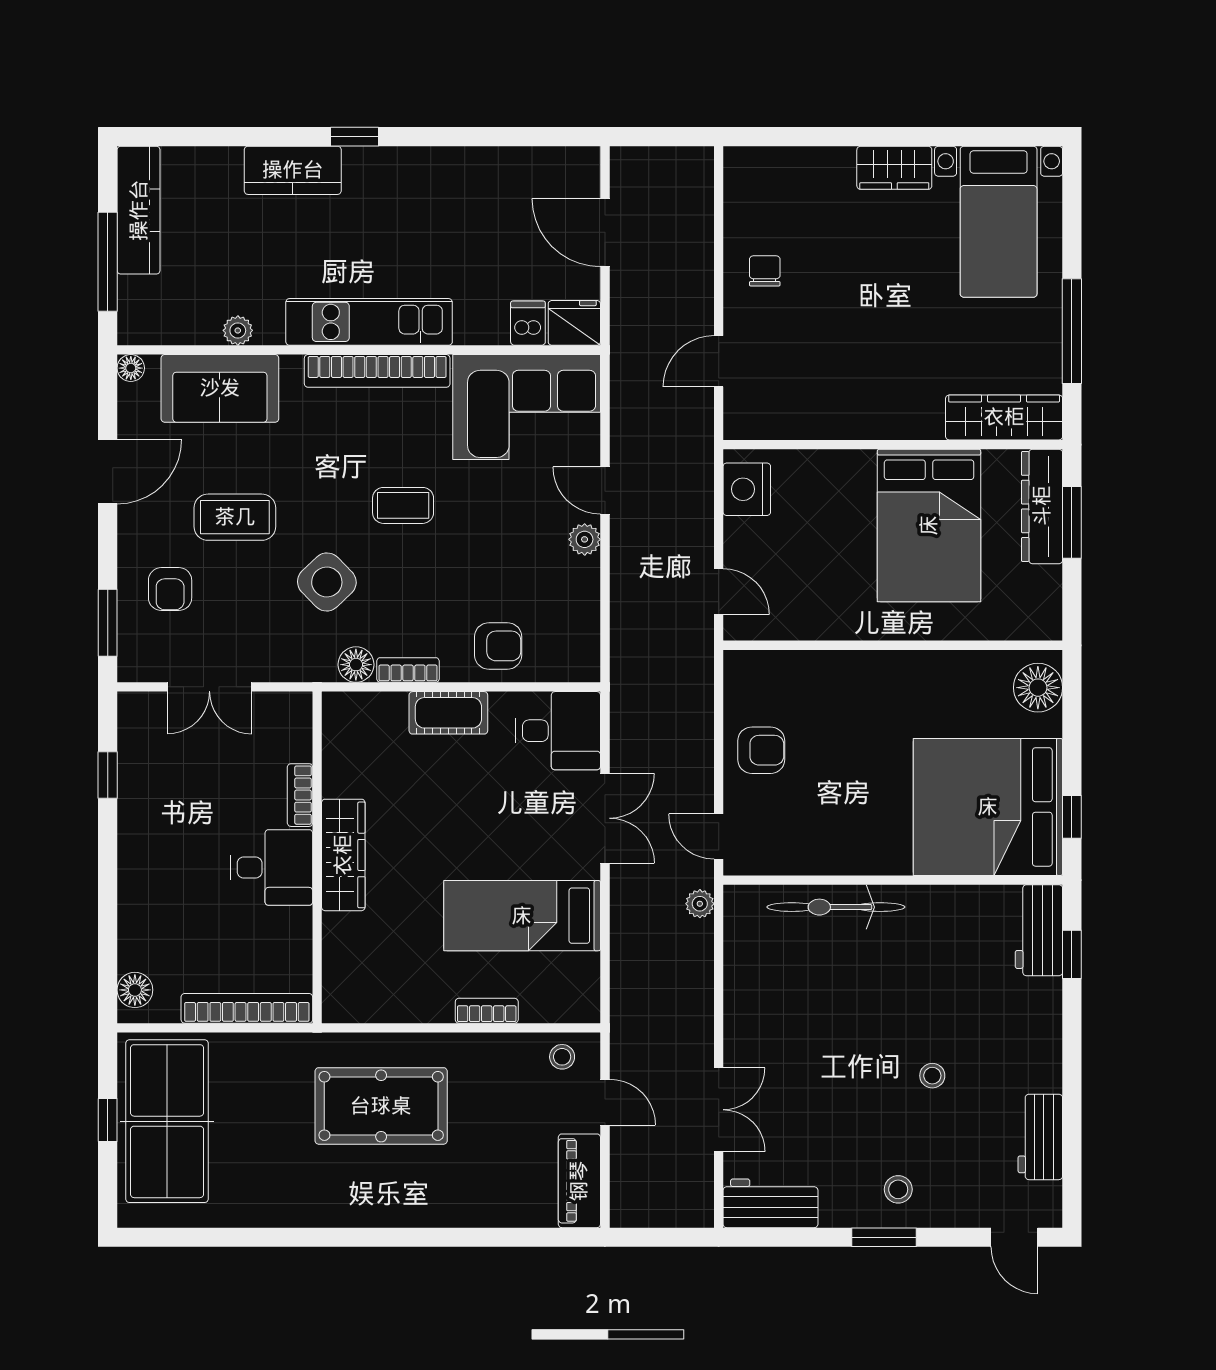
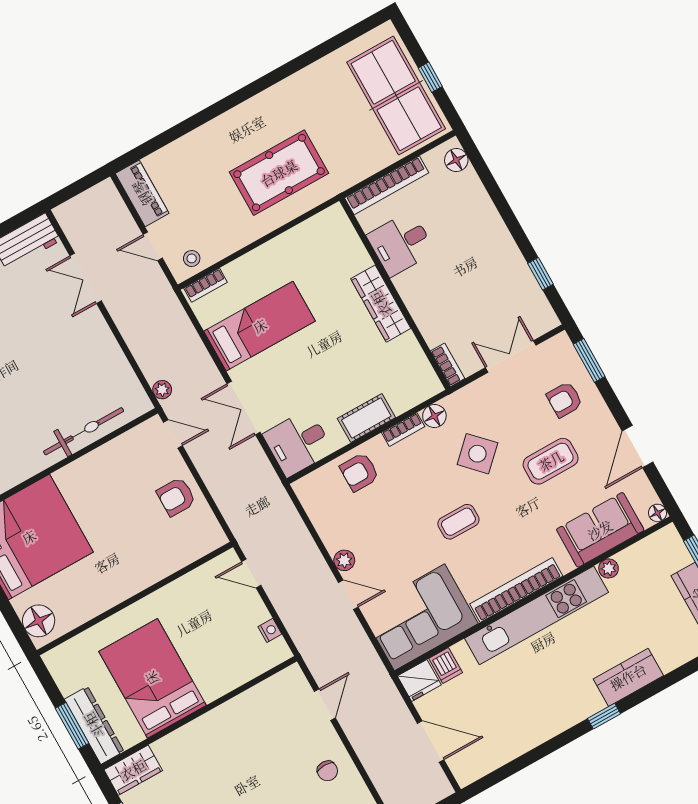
kitchen unit: (369, 322) -> (537, 615), width x1.36
wardrobe: (1004, 417) -> (133, 770), width x0.67
nightstand: (747, 489) -> (270, 630), width x0.53, depth x0.56
armchair: (170, 589) -> (564, 400), turned -90
bookcase: (300, 795) -> (448, 365), moved
desk: (272, 867) -> (401, 244), moved
bookcase: (487, 1011) -> (206, 285), moved

